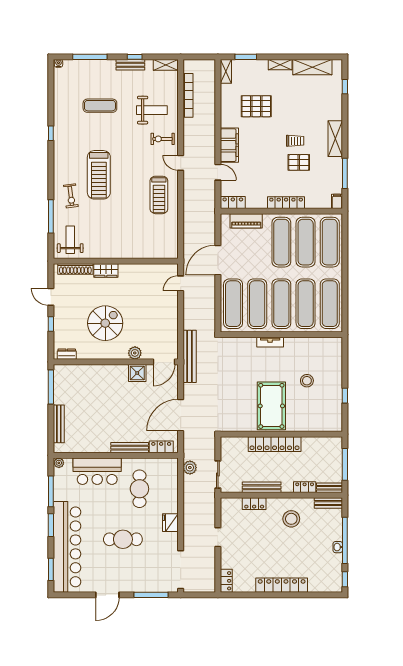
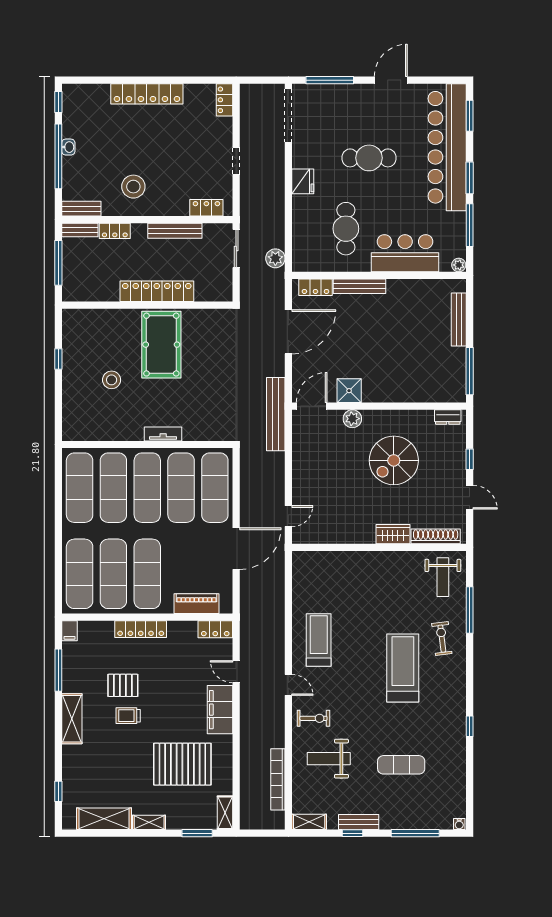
pallet: (256, 106) -> (182, 764), width x1.37, depth x1.41
locker: (254, 504) -> (206, 208), moved

